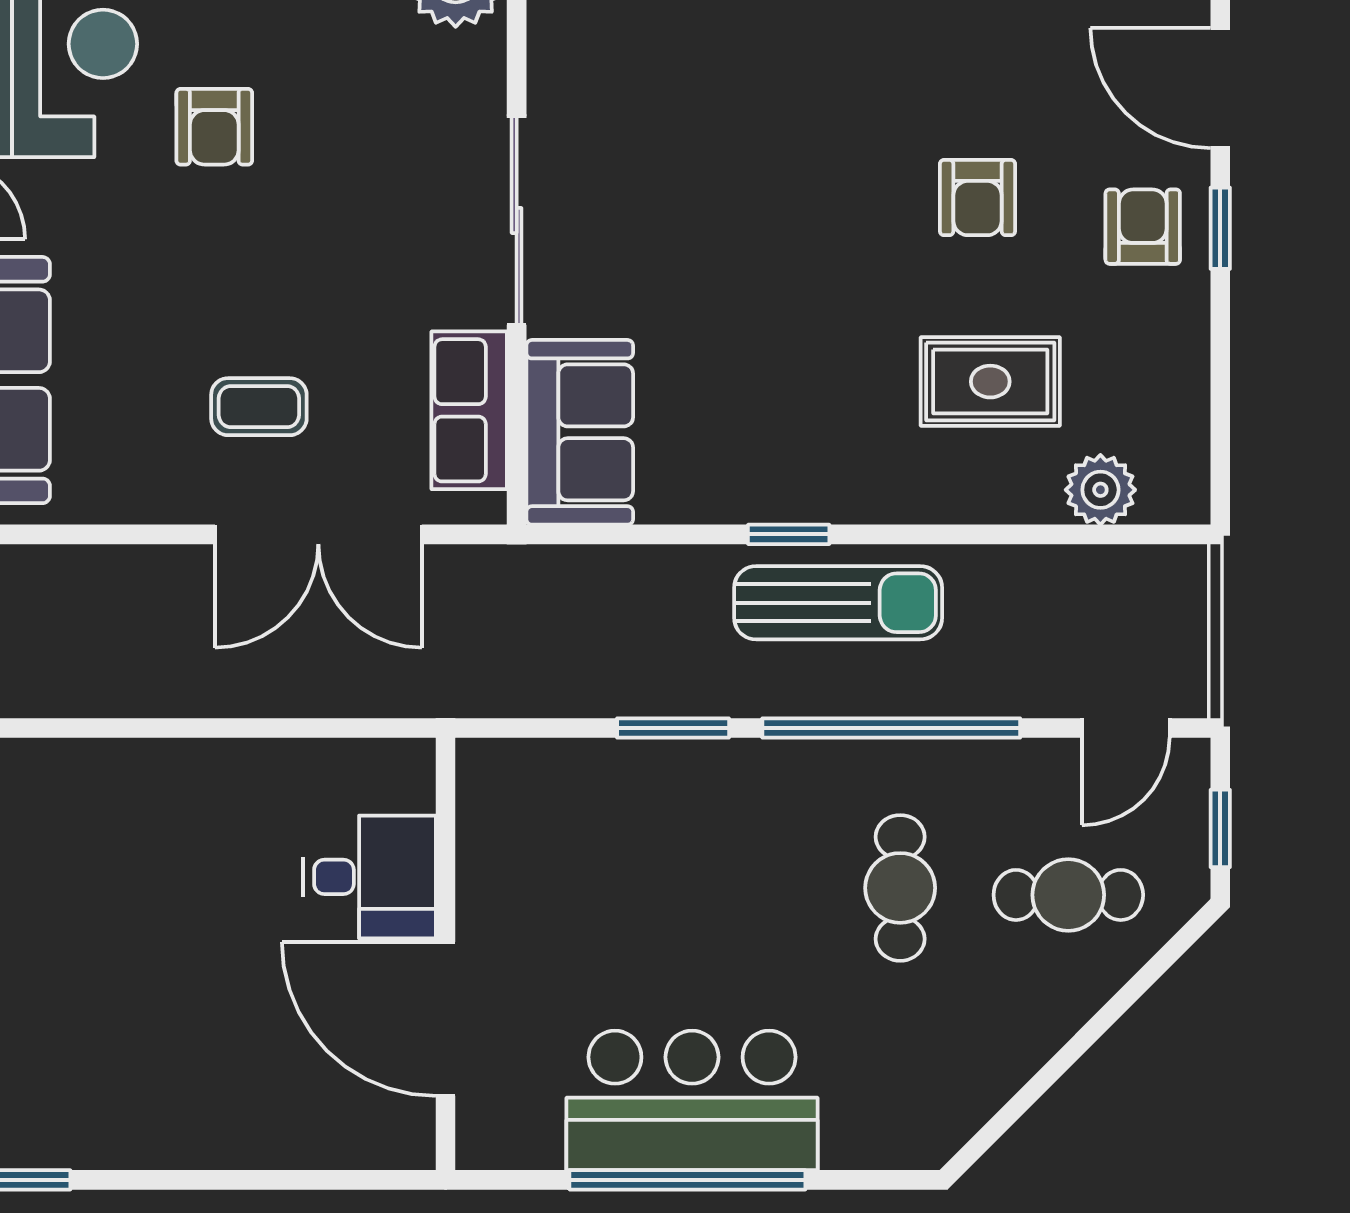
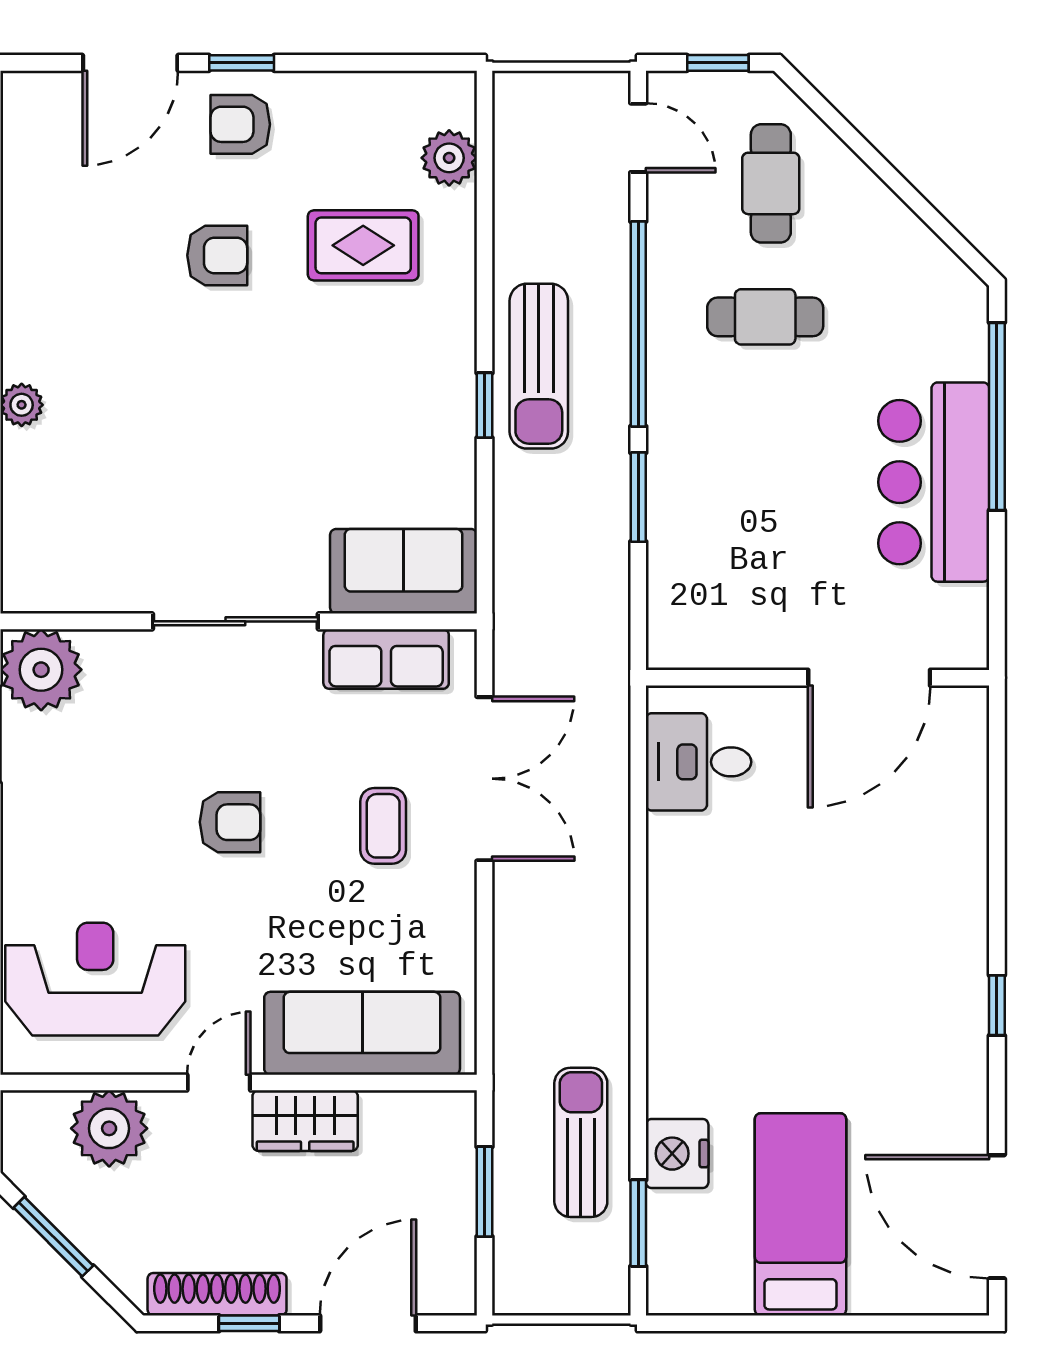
armchair: (214, 127) -> (230, 822), moved
rug: (990, 382) -> (363, 245), turned 90
sun lounger: (838, 603) -> (539, 366), turned 180
desk: (370, 877) -> (698, 762), moved, turned -90
window: (687, 1180) -> (997, 416), moved

